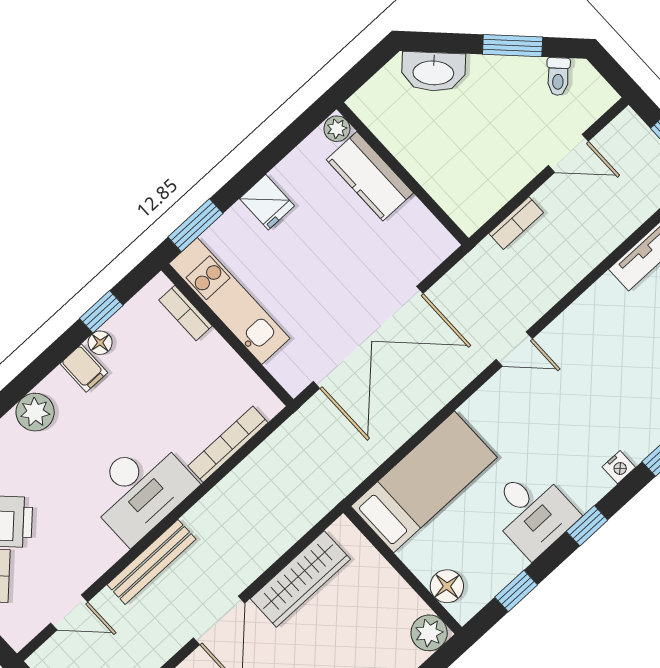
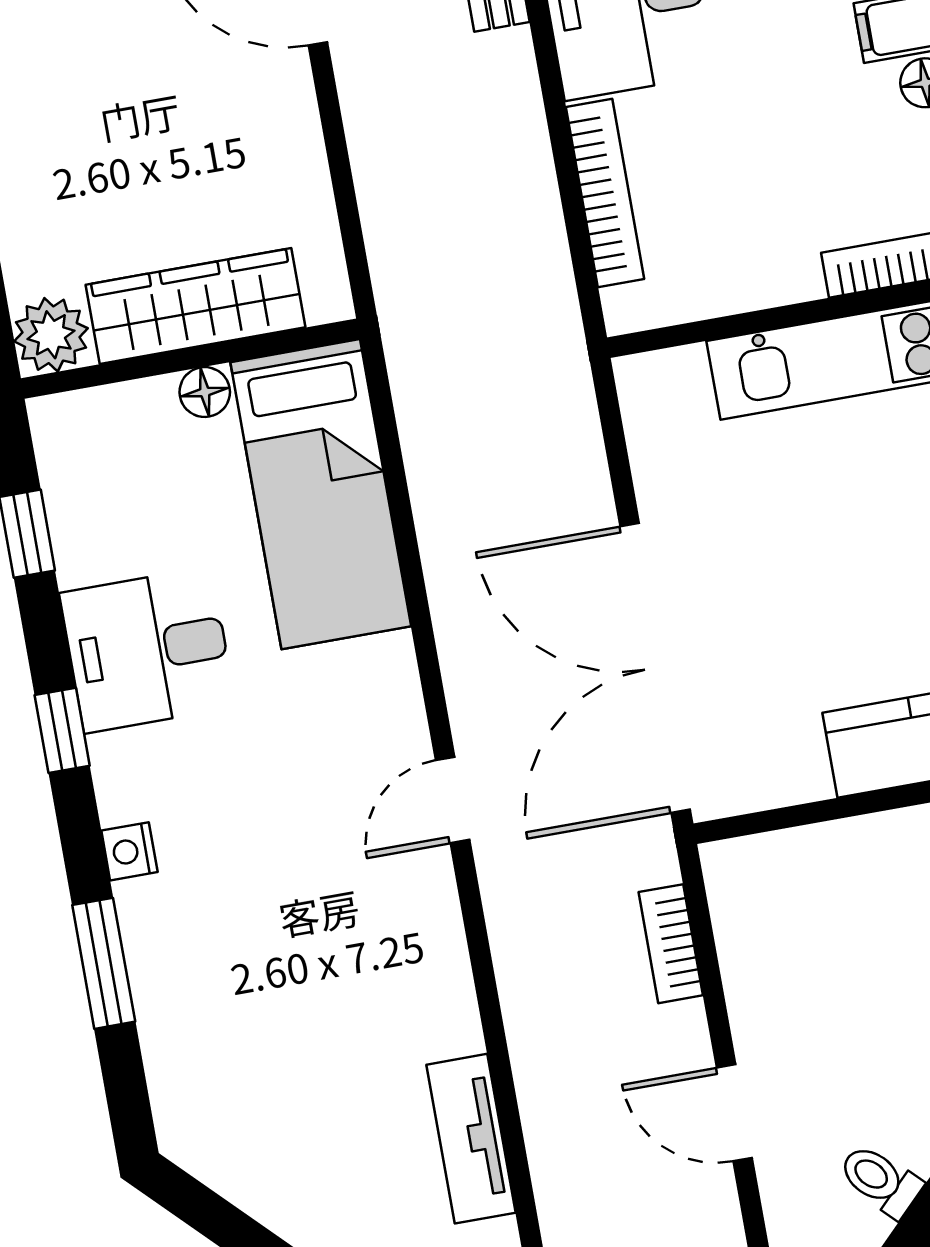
door: (568, 153) -> (734, 1113), hinge flipped
double door: (368, 337) -> (655, 668), moved
wardrobe: (300, 579) -> (195, 306), moved, turned 90
floor lamp: (447, 586) -> (205, 392), moved, width x0.73, depth x0.73

